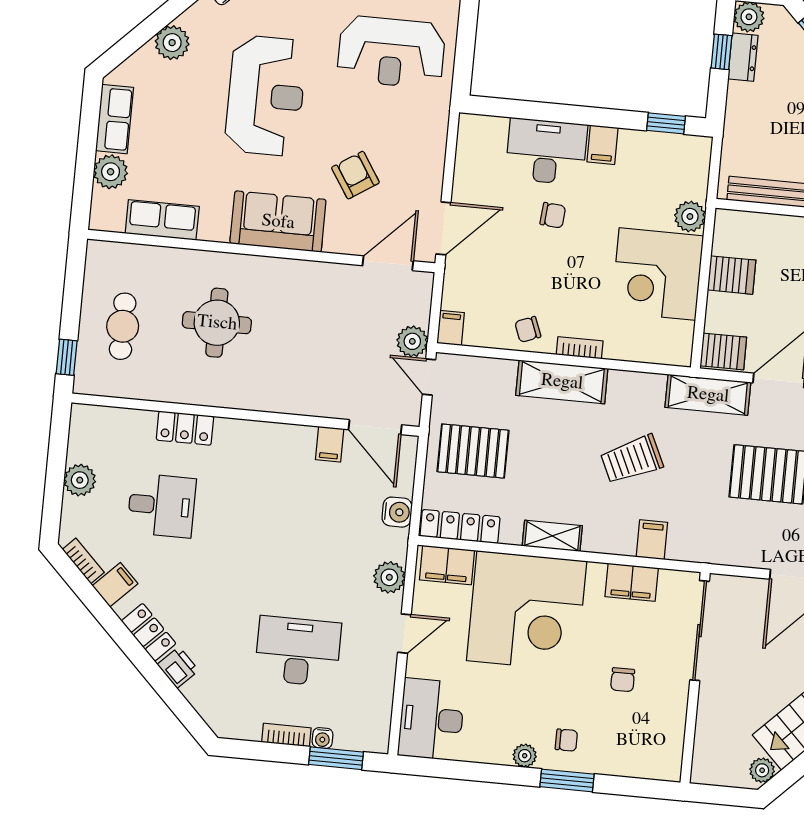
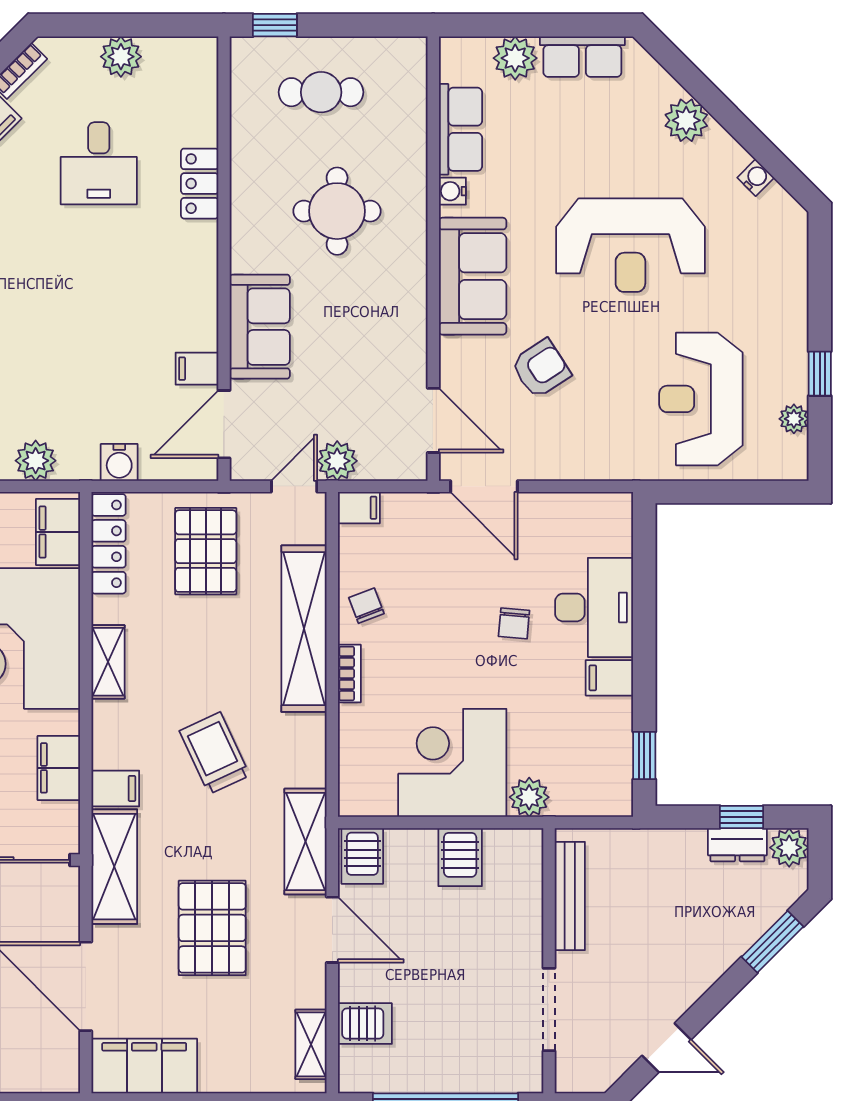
water cooler: (210, 231) -> (452, 191), added
shelving: (562, 382) -> (304, 629), width x1.47
sofa: (301, 392) -> (260, 327), added
shelving: (713, 546) -> (114, 867), added

